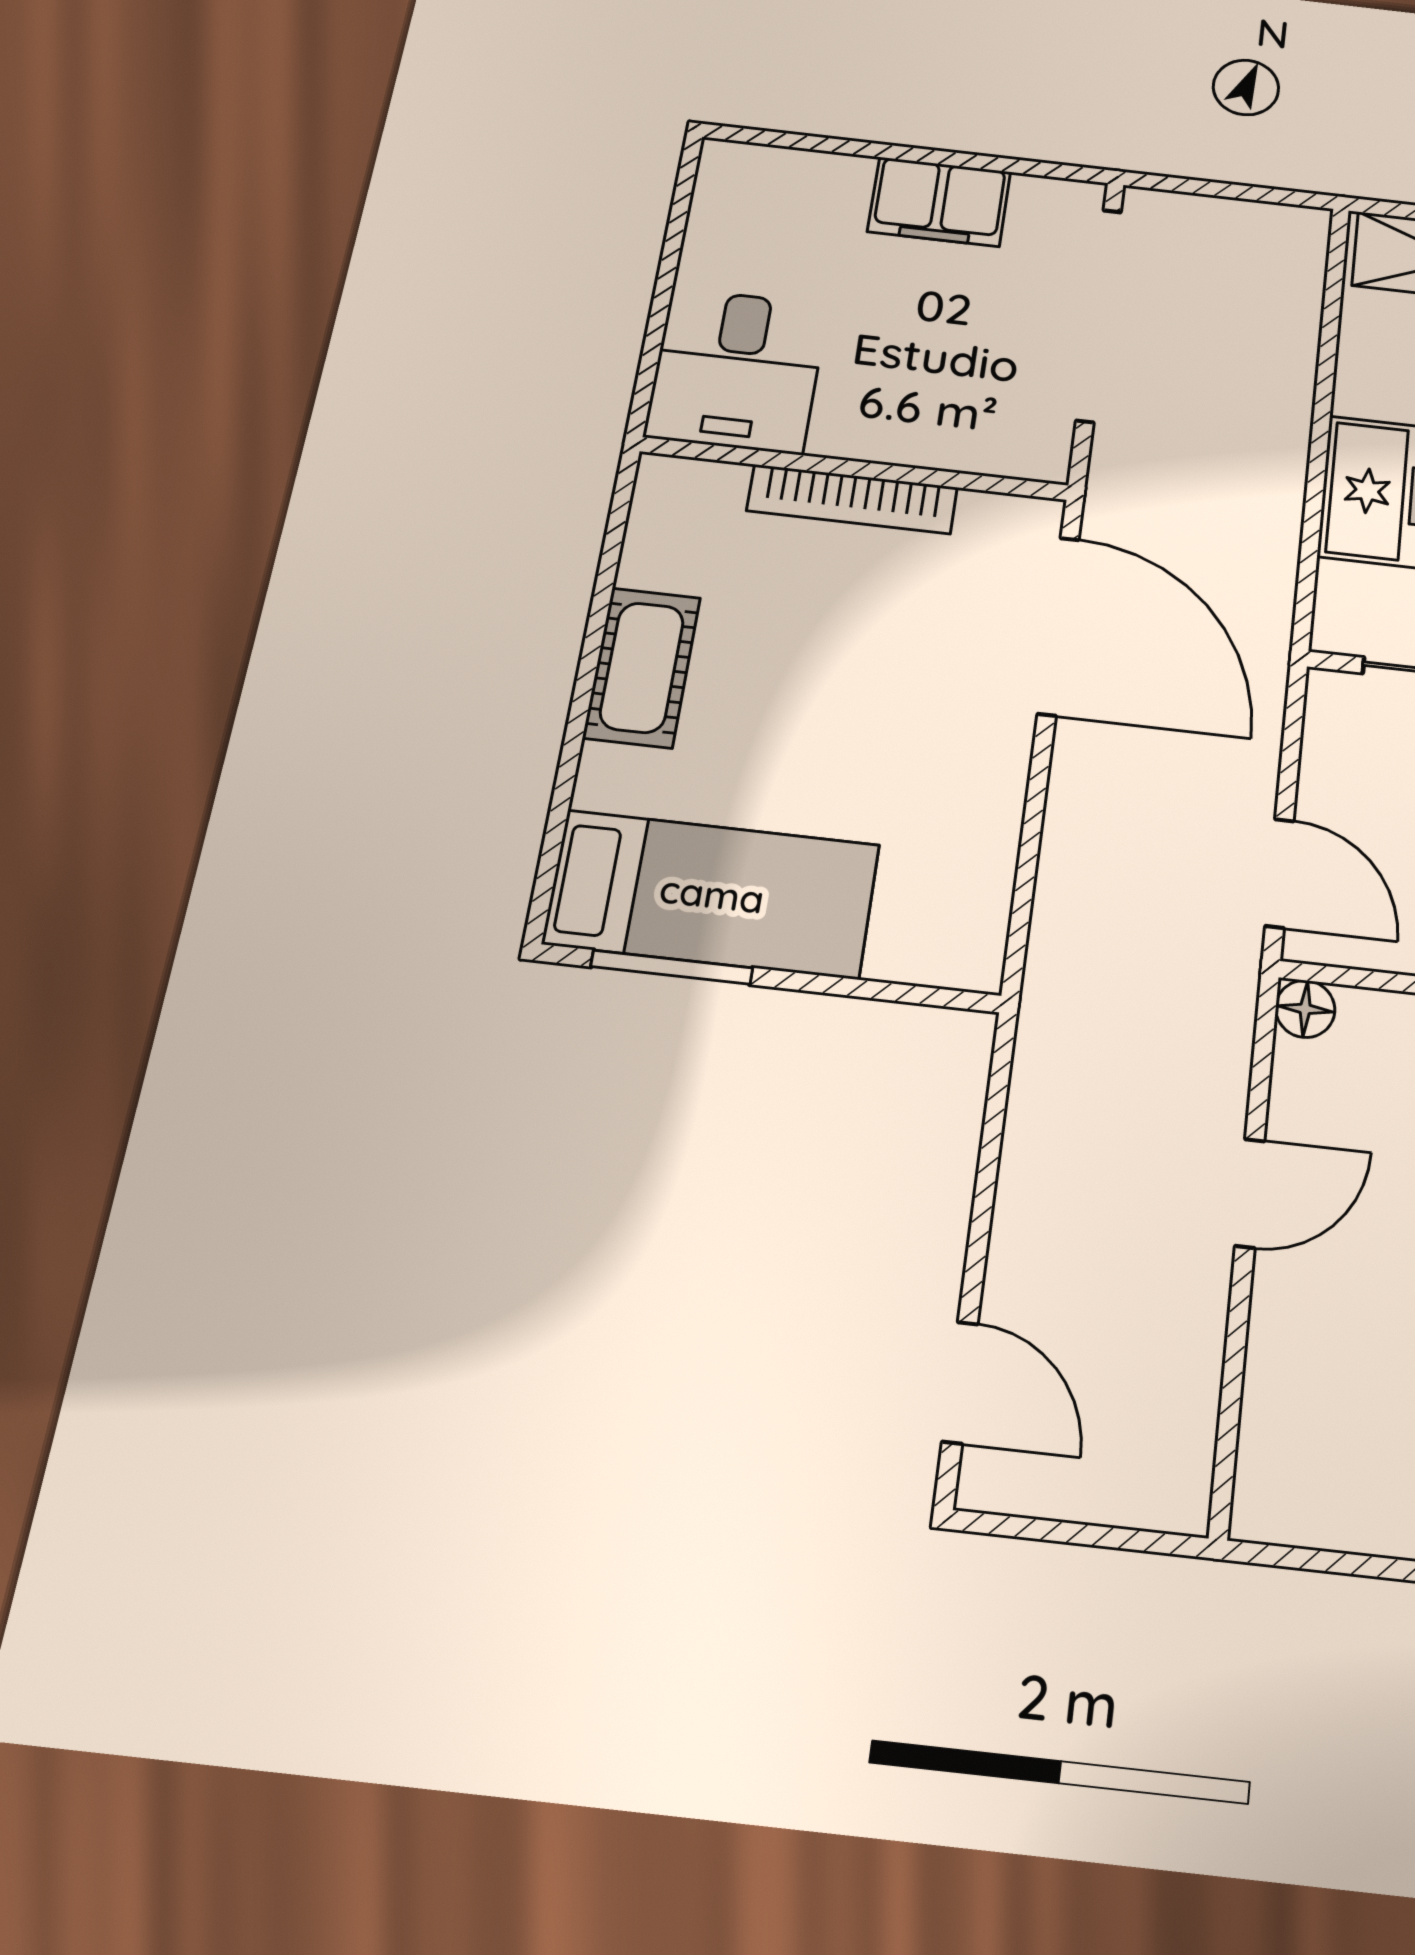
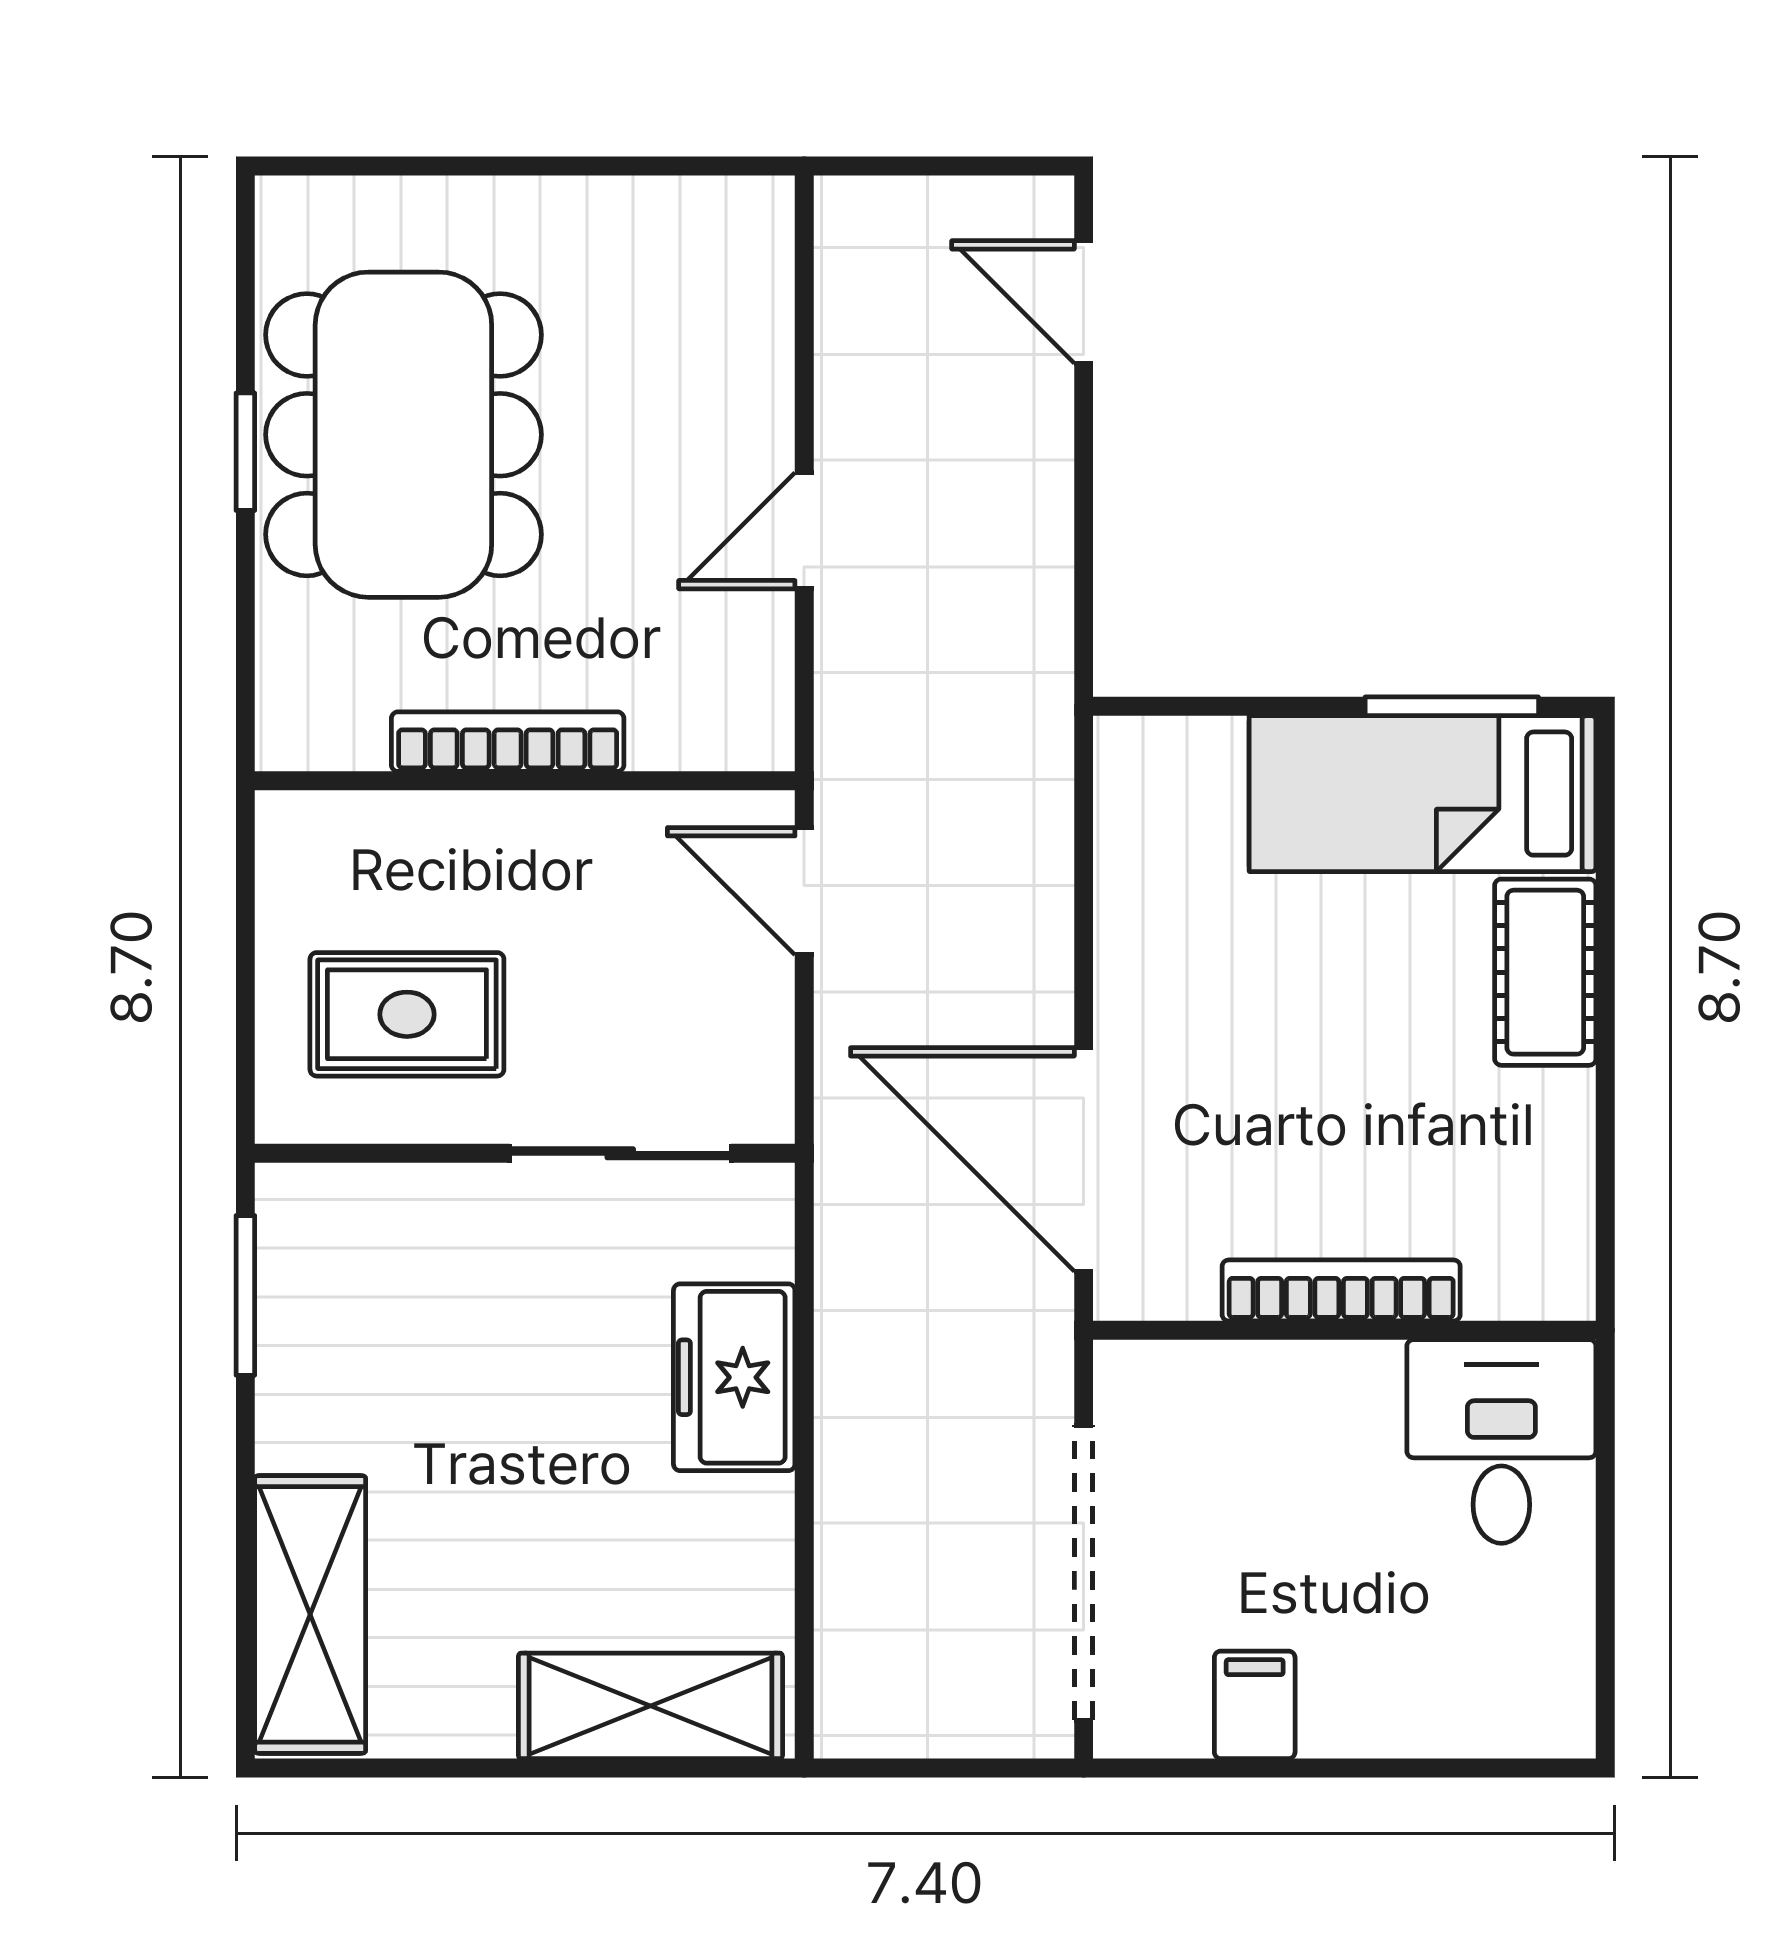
filing cabinet: (939, 202) -> (1255, 1705), width x0.50
cot: (642, 667) -> (1545, 972), moved
floor lamp: (1305, 1009) -> (763, 739), removed

